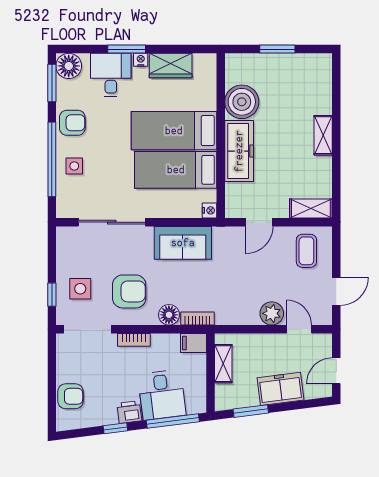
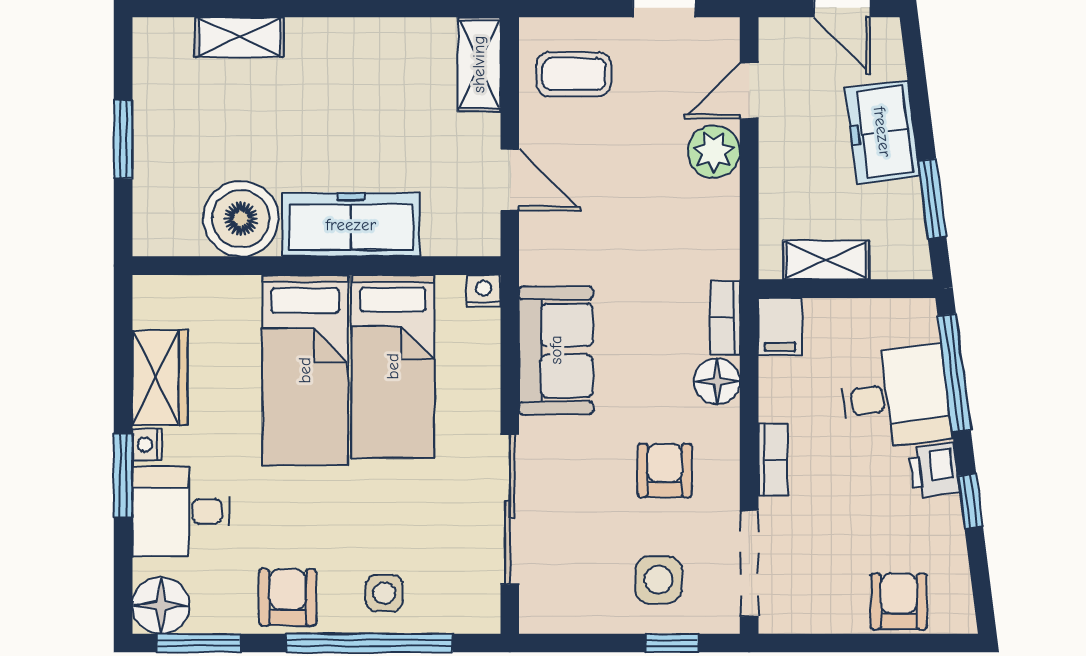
shelving: (323, 135) -> (240, 37), moved
armchair: (129, 291) -> (665, 470), width x0.72, depth x0.72

